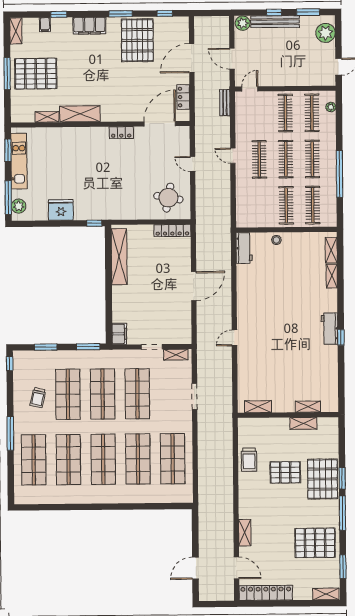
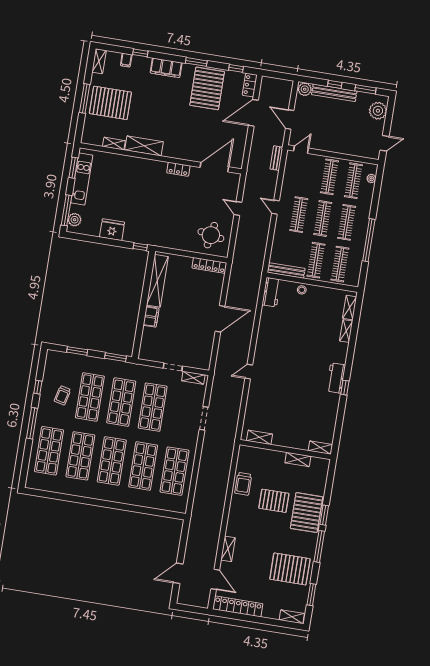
locker: (183, 97) -> (250, 85), moved
bench: (256, 222) -> (286, 270), added
filing cabinet: (119, 334) -> (151, 317), moved
window: (10, 363) -> (38, 387), moved
shelving: (308, 407) -> (320, 448), moved

